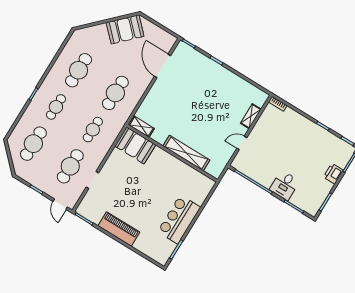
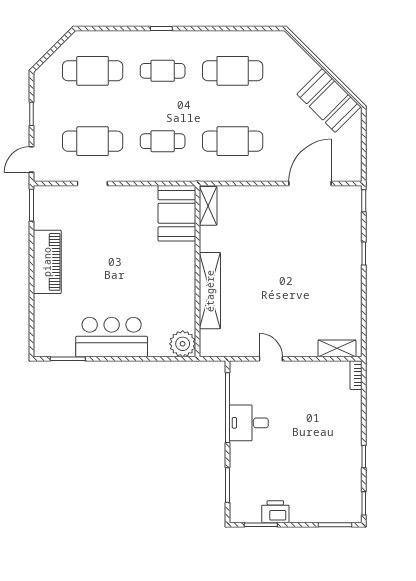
shelving: (251, 116) -> (337, 348), moved
printer: (333, 174) -> (275, 512), moved
plant: (205, 184) -> (183, 344), added
desk: (285, 185) -> (249, 423), moved

